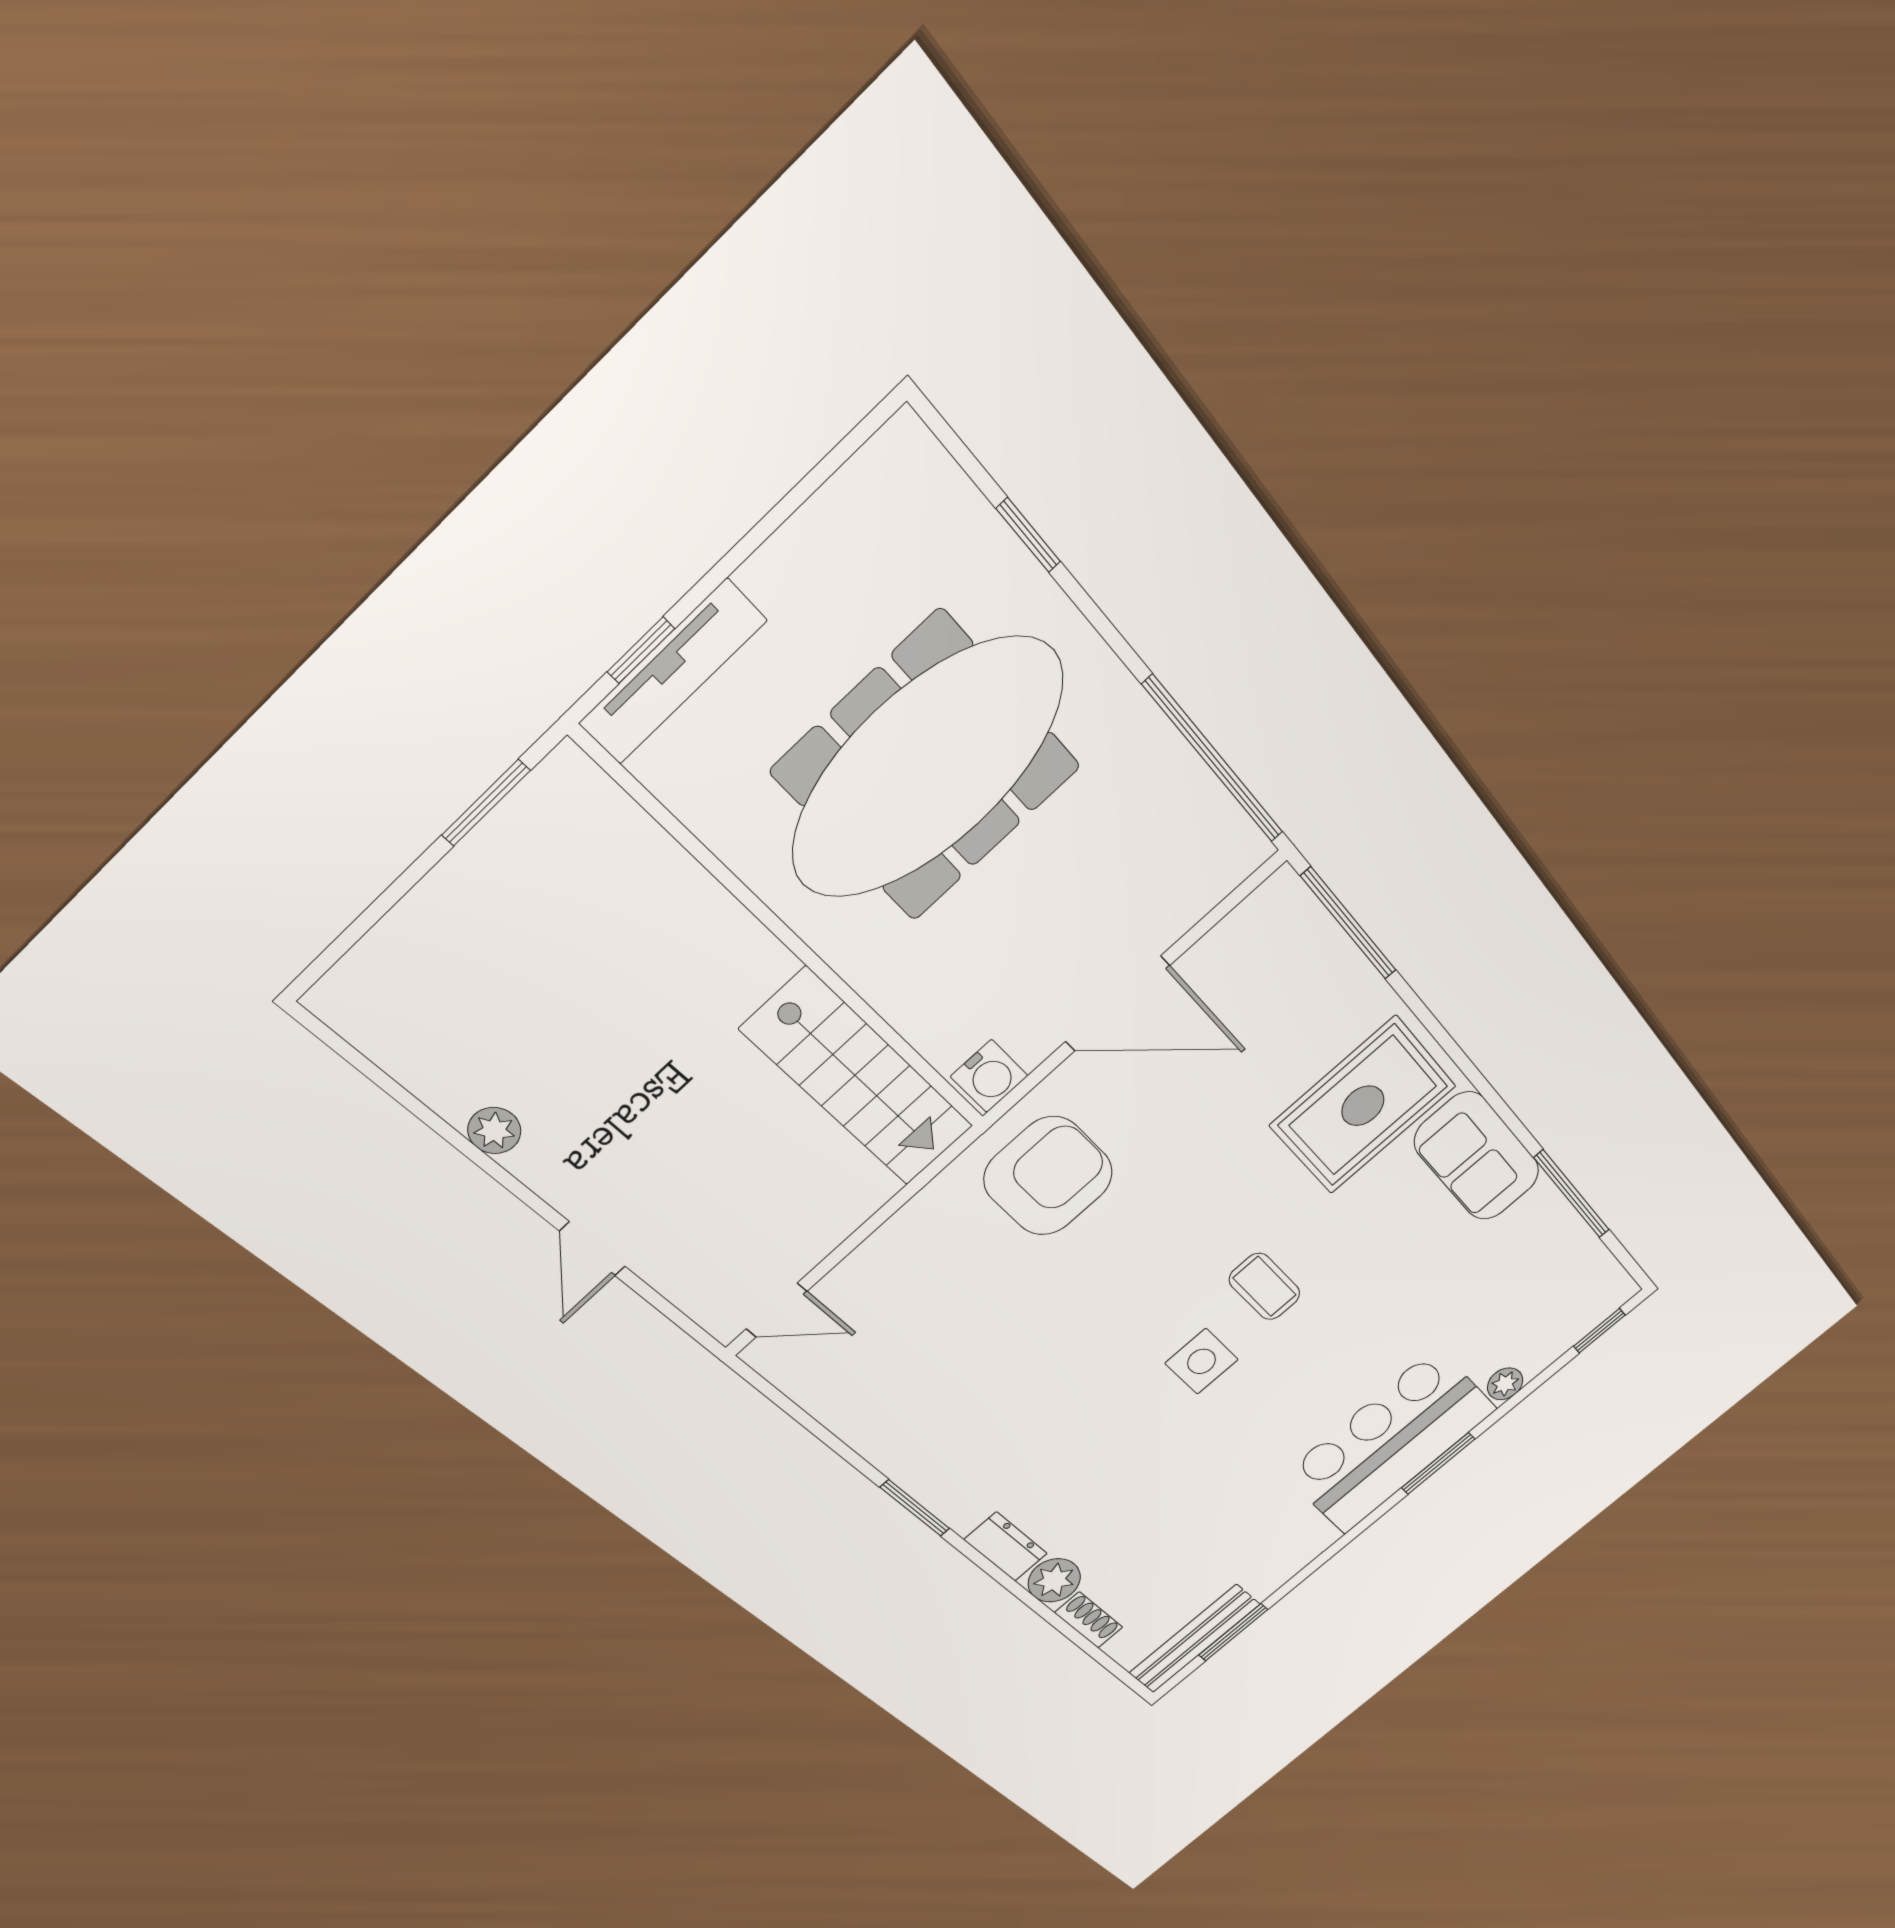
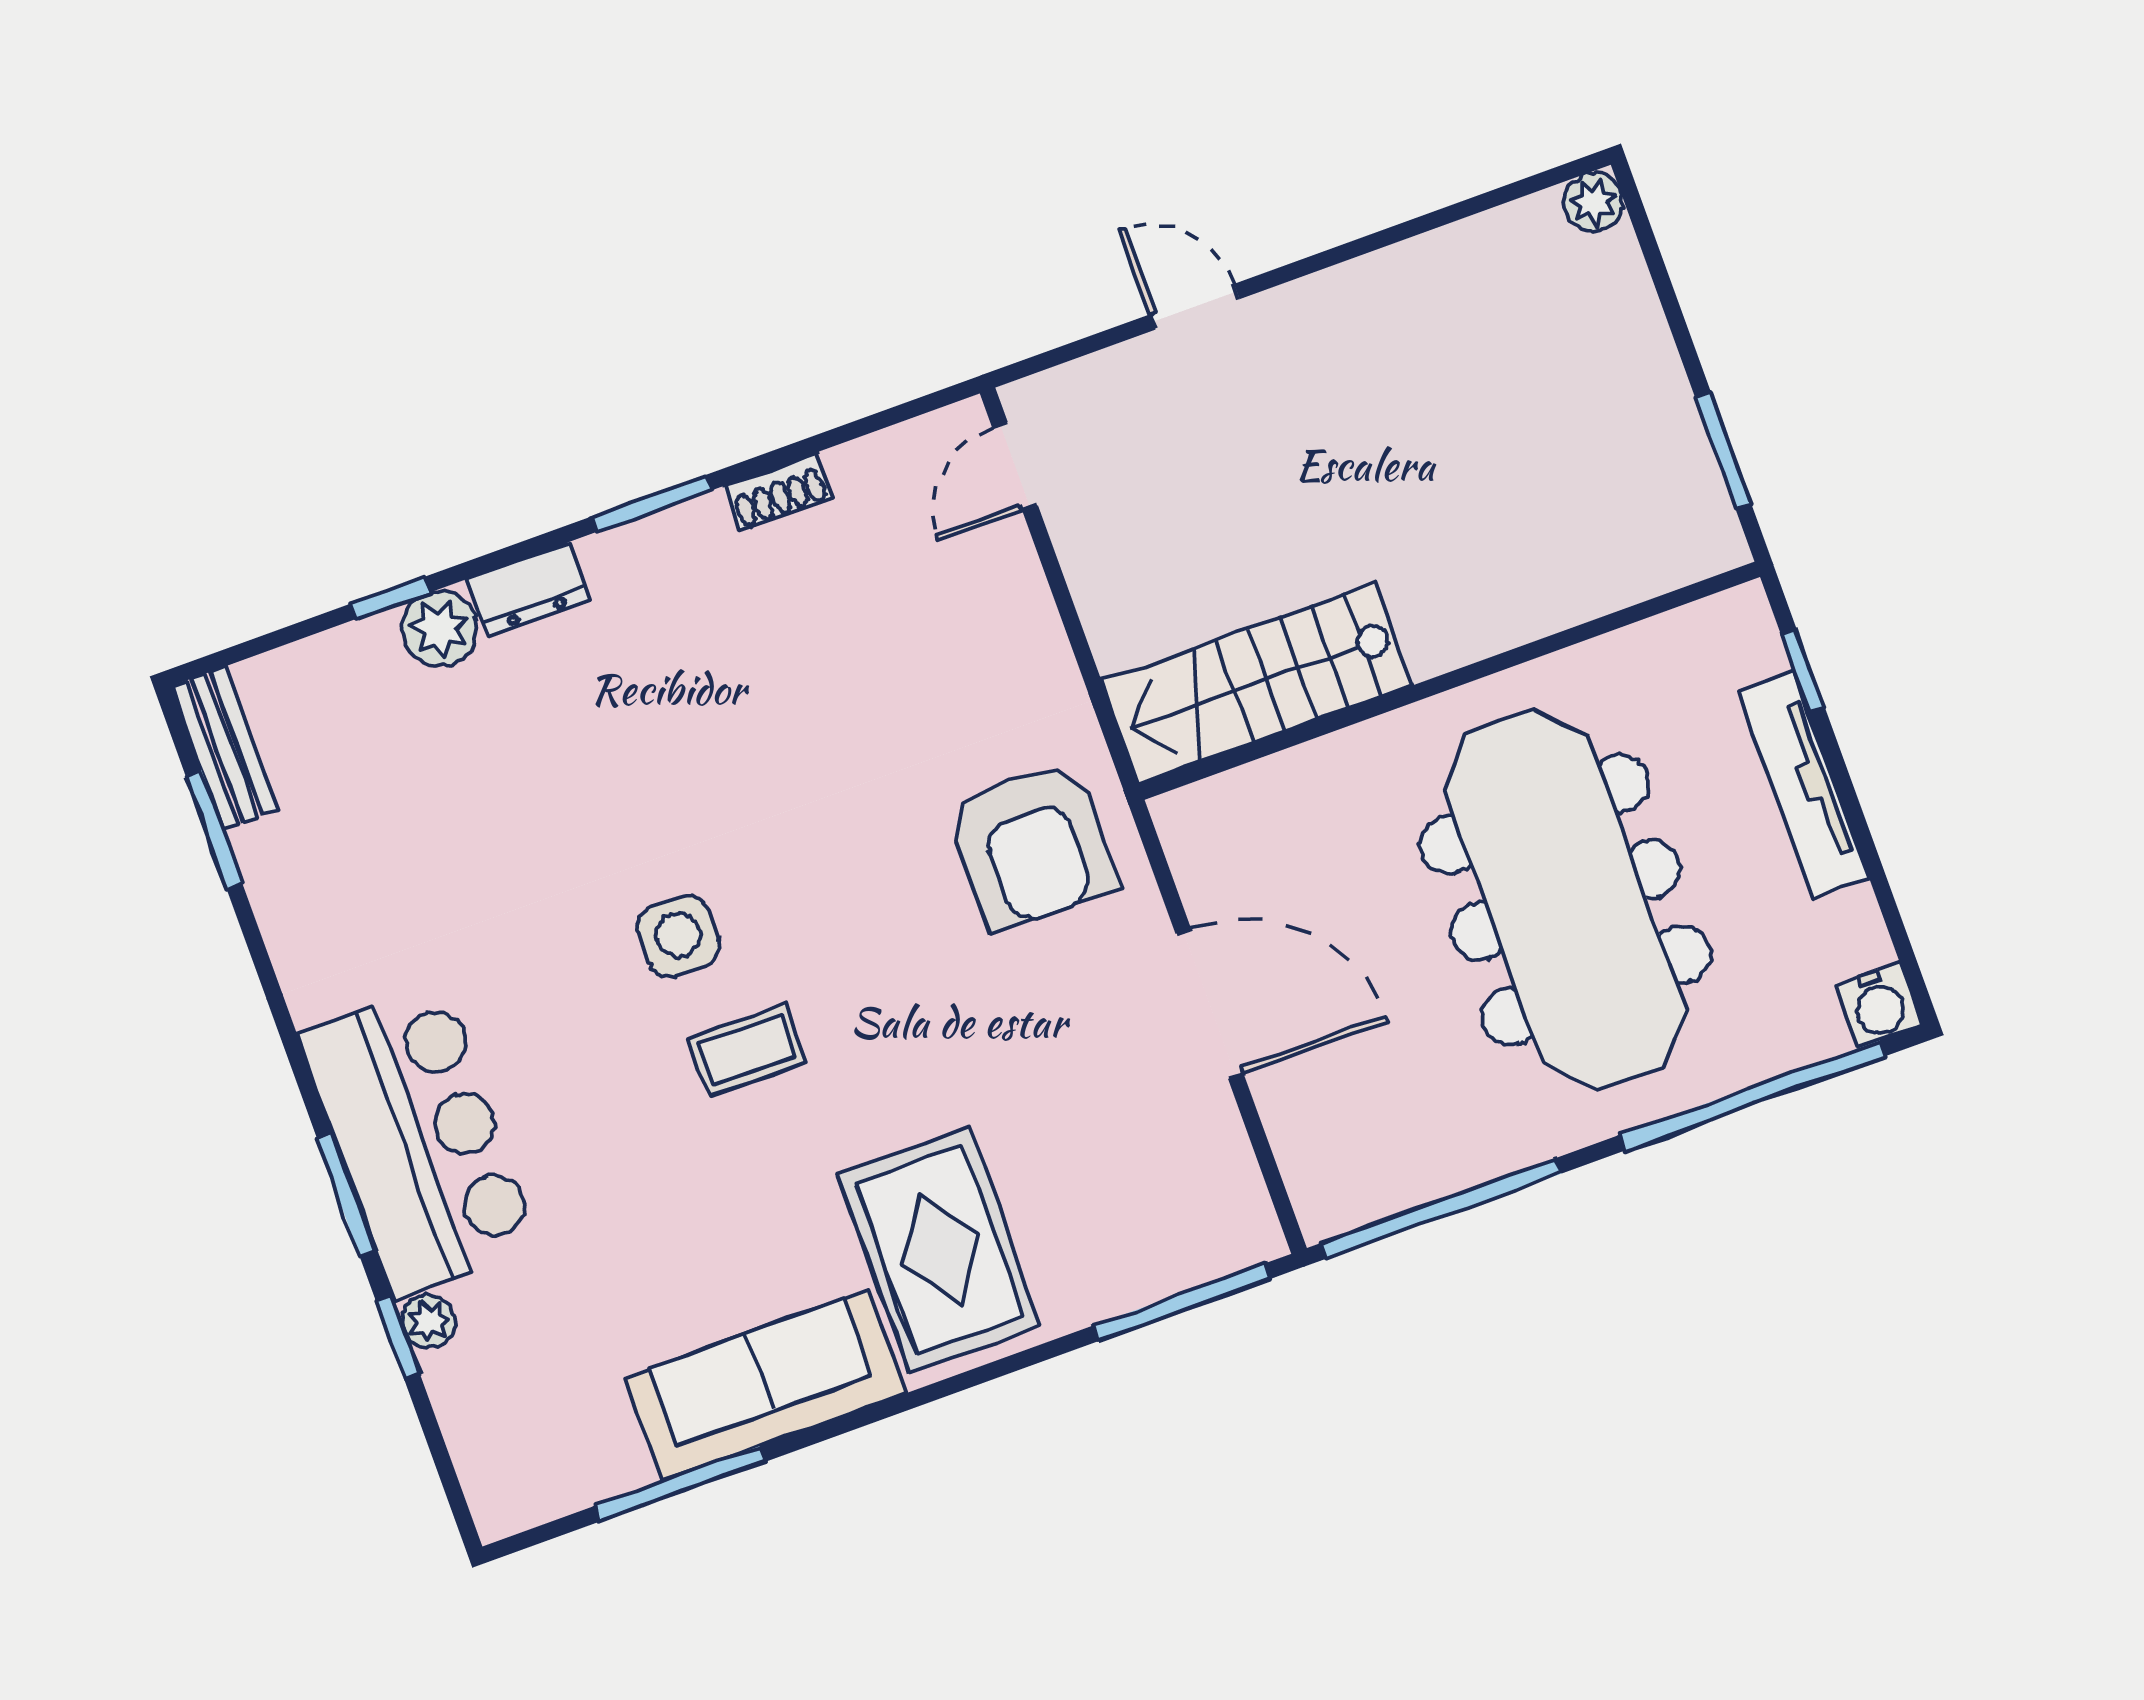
window: (1028, 535) -> (1752, 1096), width x3.17
tv unit: (673, 672) -> (1803, 784), moved
door: (1117, 1004) -> (1210, 1004), swing flipped
water cooler: (989, 1076) -> (1879, 1005), moved, turned -90
plant: (494, 1131) -> (1593, 202), moved
sofa: (1477, 1156) -> (765, 1385), width x1.36
window: (1599, 1331) -> (398, 1337), moved
window: (1047, 1614) -> (390, 598), added
shoe rack: (1089, 1620) -> (778, 492), moved
bench: (1194, 1639) -> (224, 748), width x0.73

